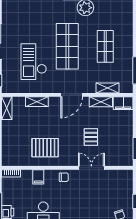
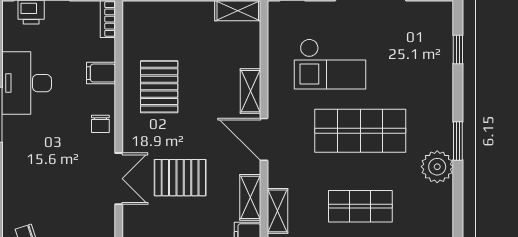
checkout: (34, 62) -> (330, 64), turned 180
shelving: (37, 102) -> (250, 91), moved
pallet: (91, 137) -> (180, 178), width x1.50, depth x1.42

